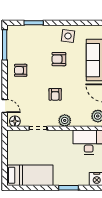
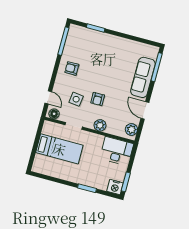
side table: (68, 36) -> (76, 99), moved
armchair: (59, 59) -> (110, 68), removed
bed: (30, 175) -> (59, 149), moved

